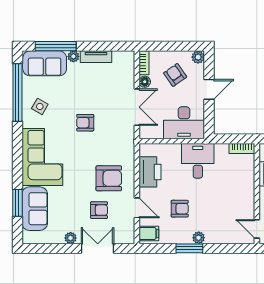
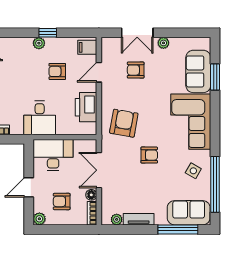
plant: (73, 56) -> (117, 219), moved
armchair: (175, 75) -> (62, 201), turned 125
armchair: (109, 178) -> (124, 123), moved, turned 100
door: (137, 208) -> (99, 72), hinge flipped
window: (189, 248) -> (48, 33), width x0.67

